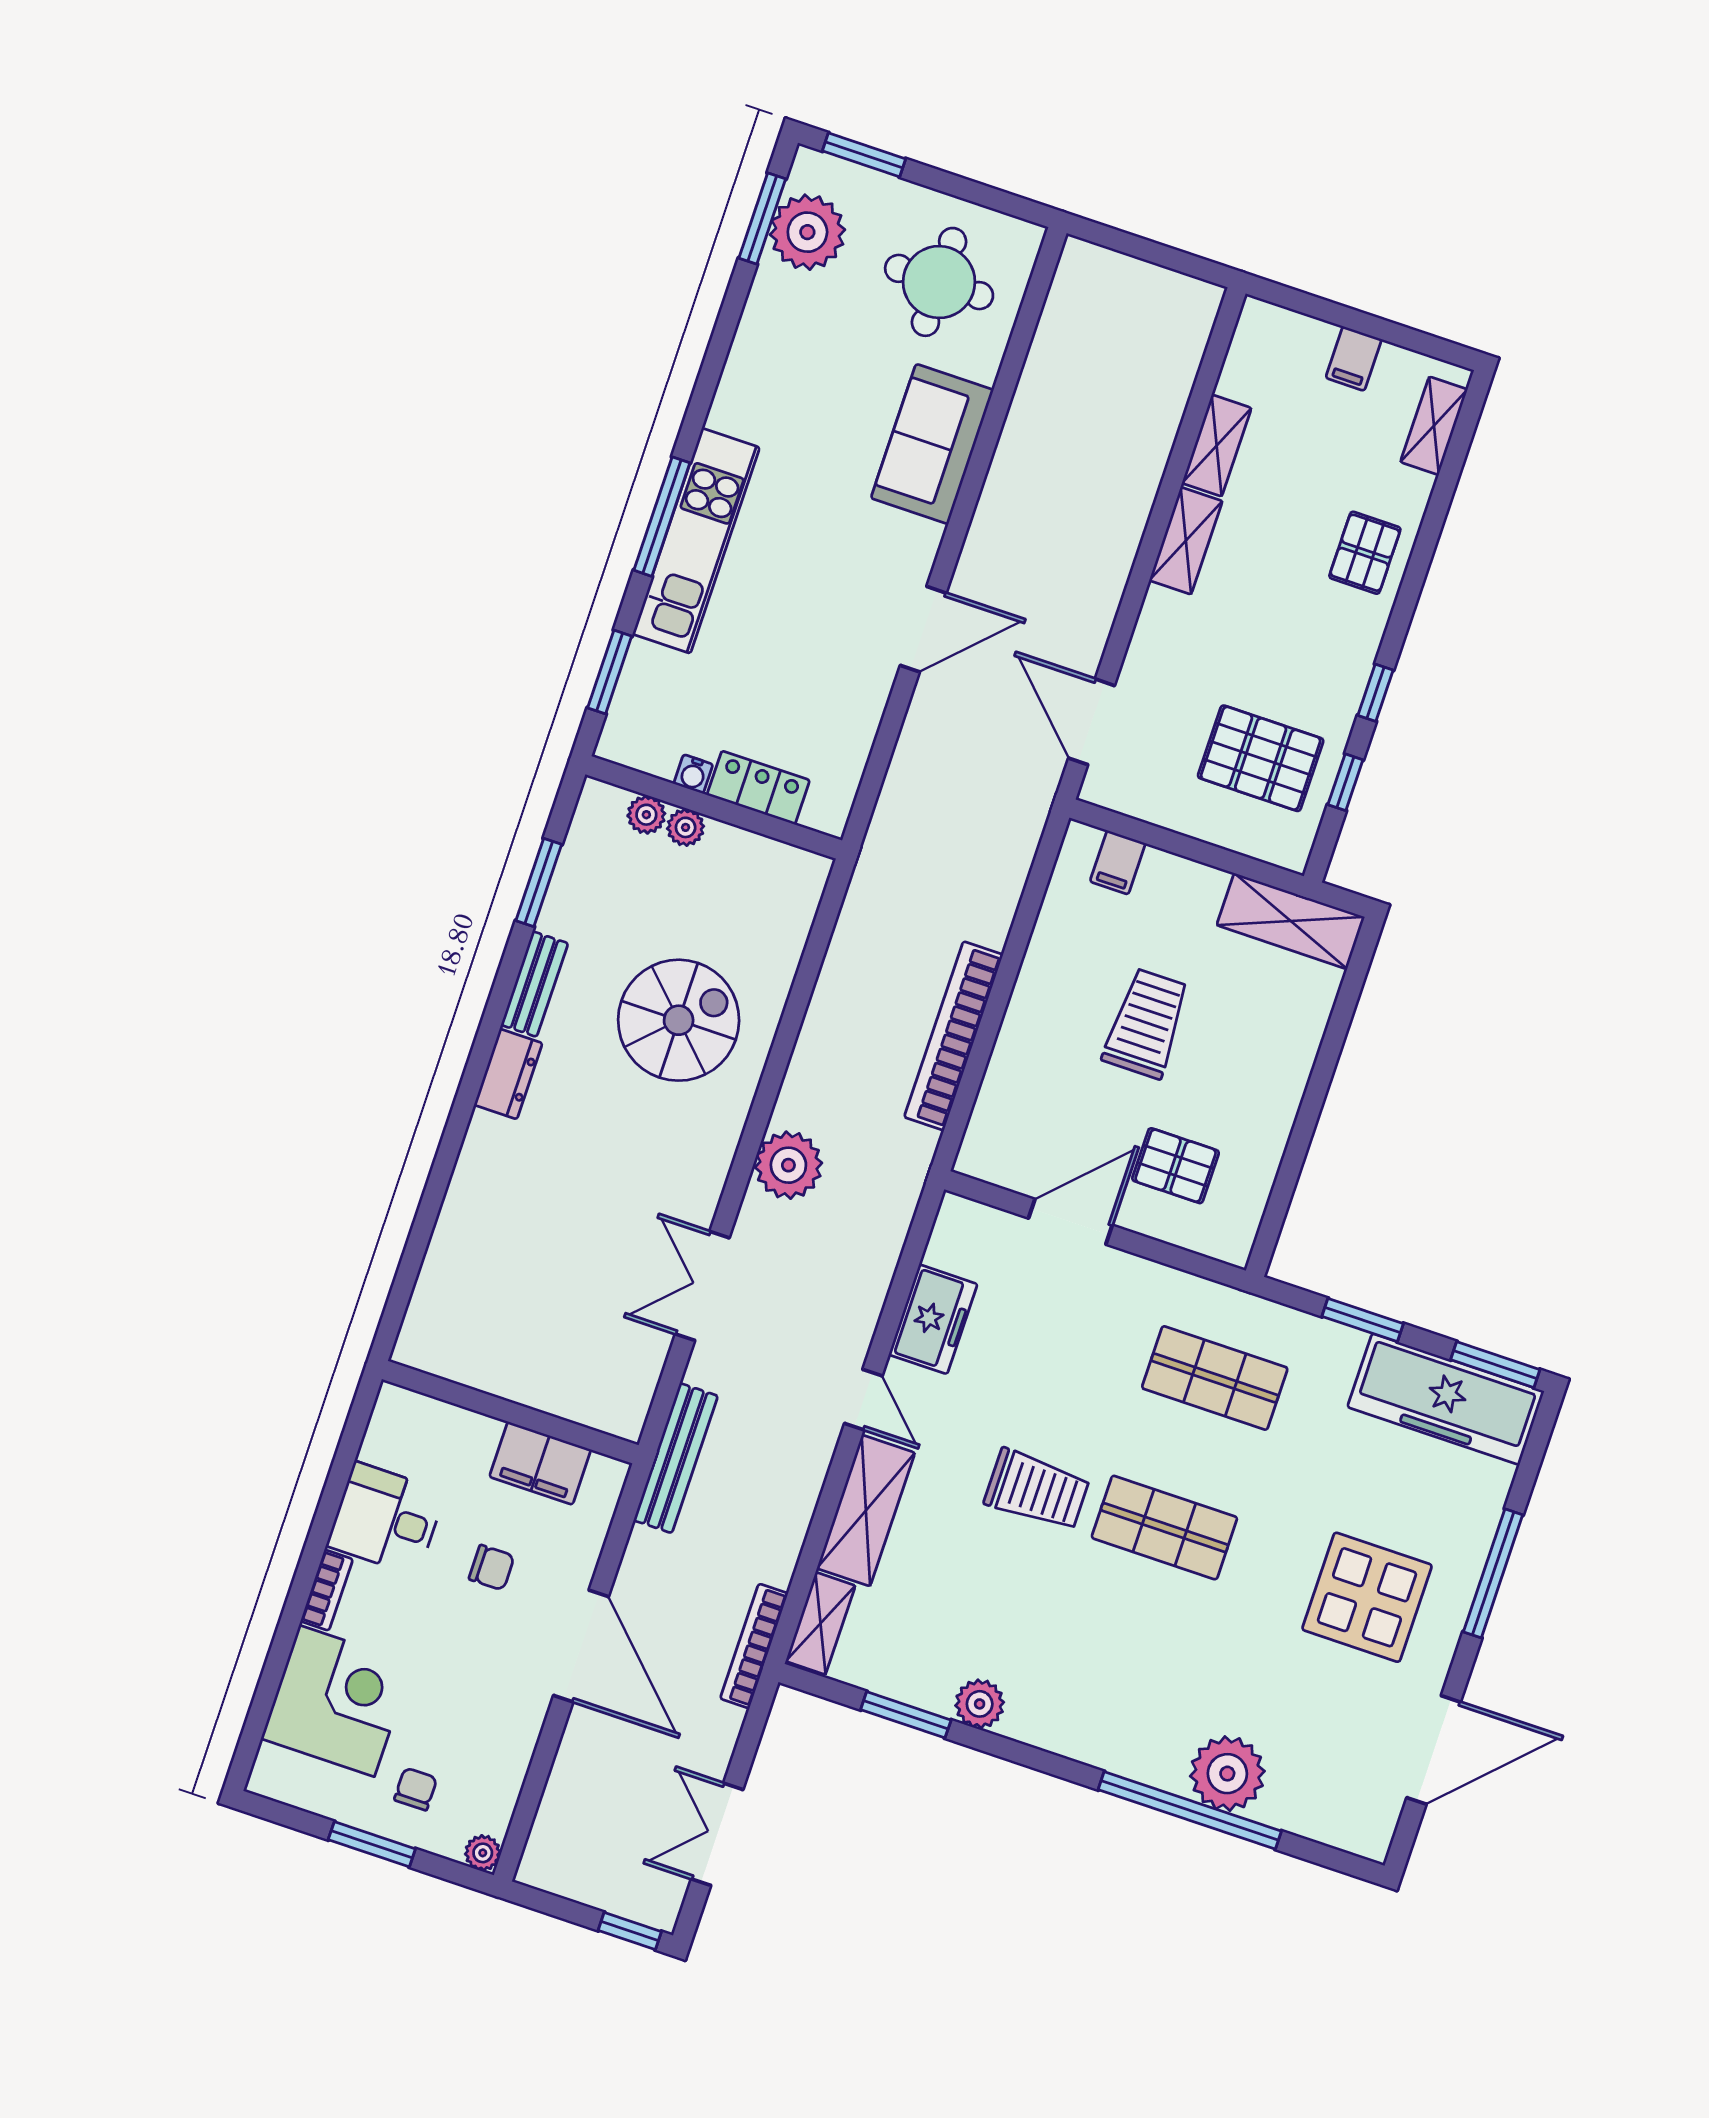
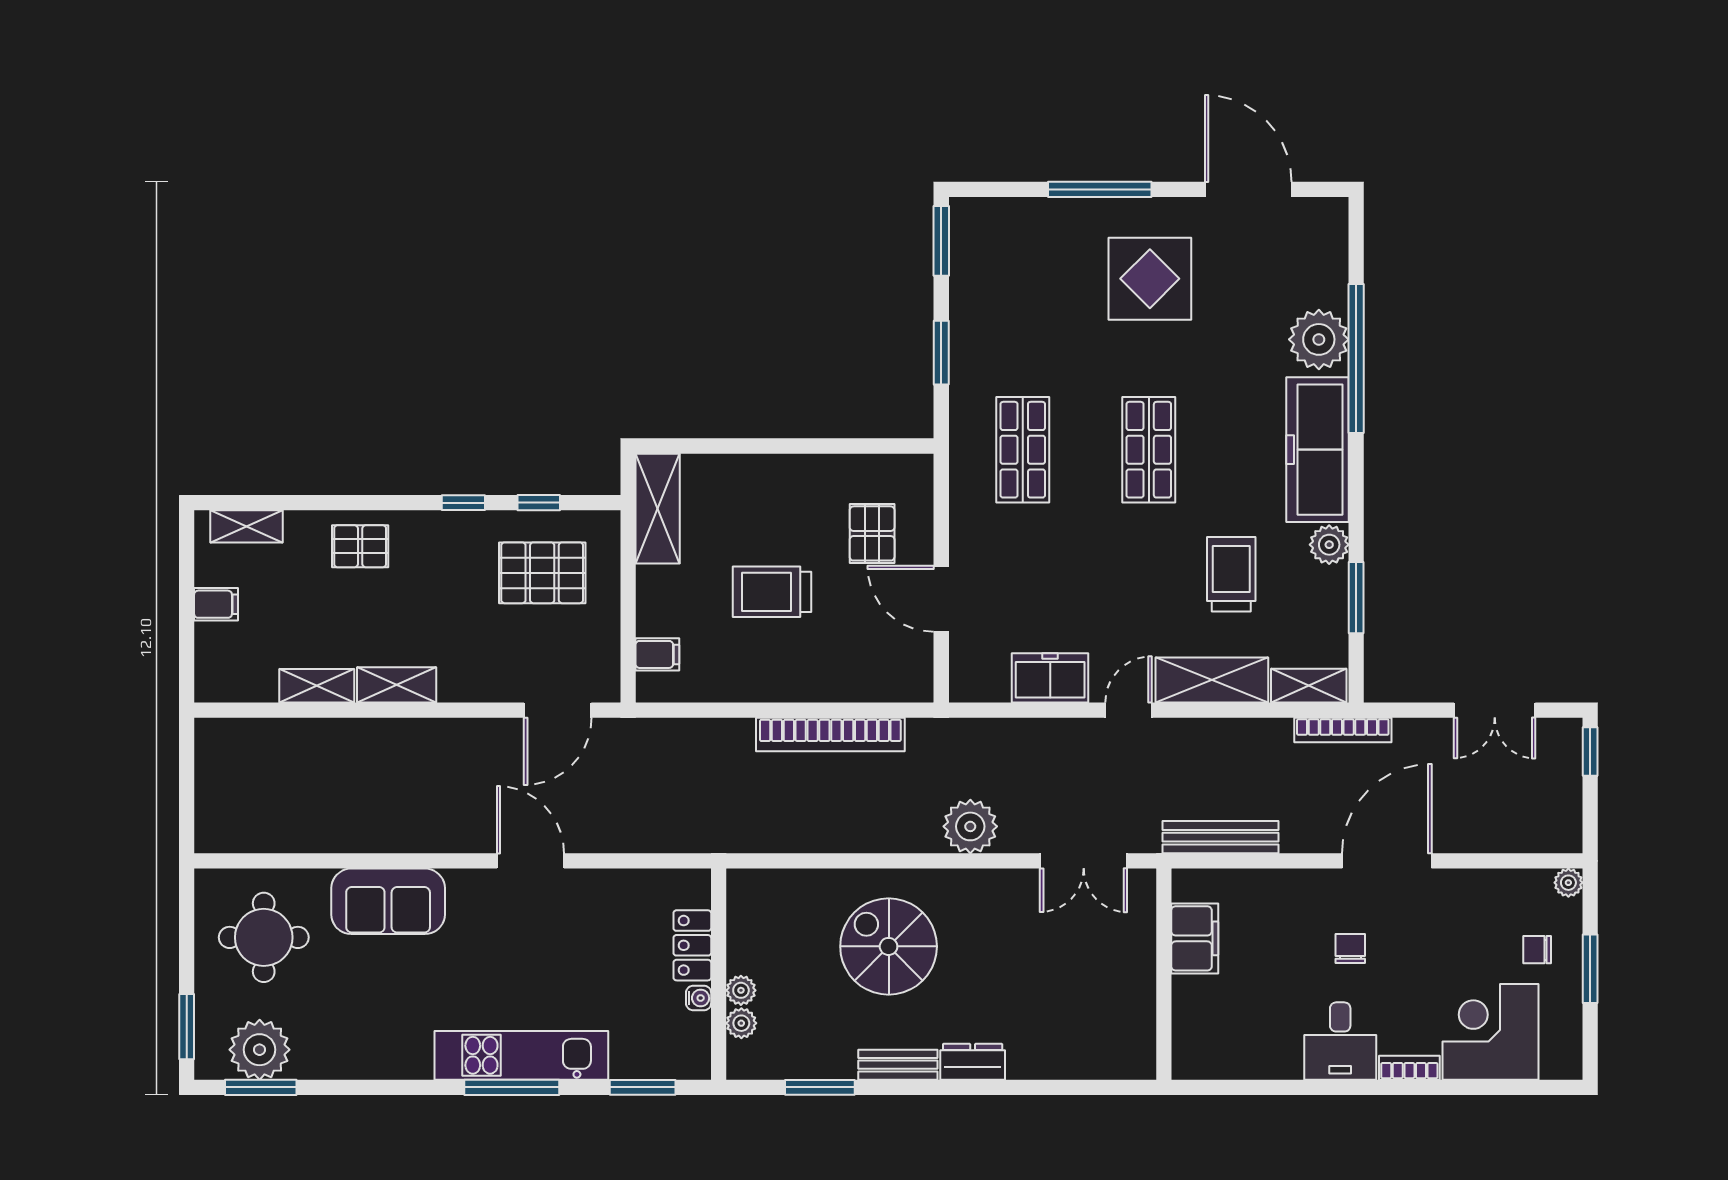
pallet: (1261, 758) -> (542, 573), turned 90
freezer: (1446, 1399) -> (1317, 450), moved, turned 180
wall: (510, 1412) -> (1164, 974), moved
filing cabinet: (540, 1463) -> (1195, 938), moved
trolley: (1037, 1490) -> (1231, 574), moved

